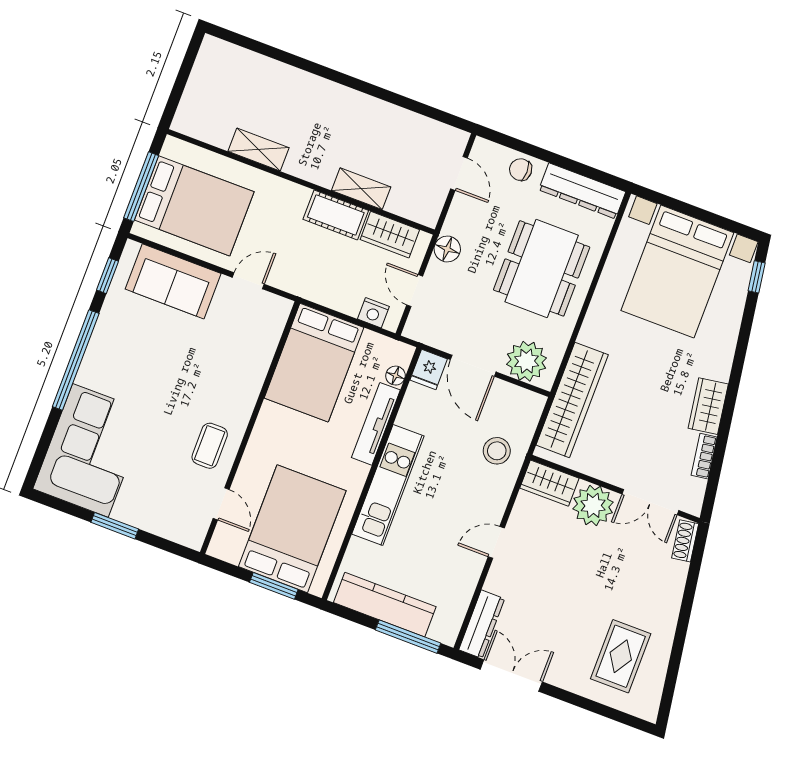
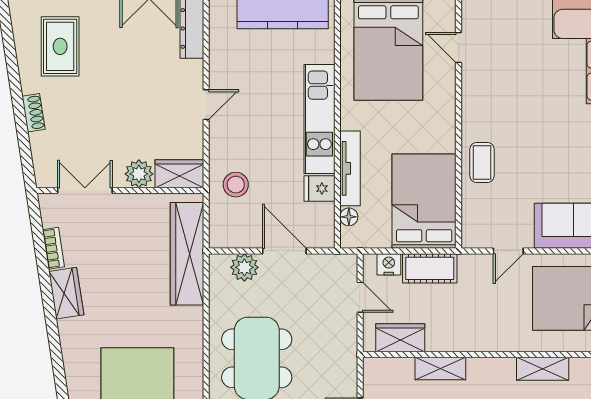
cot: (336, 215) -> (430, 268), moved
floor lamp: (447, 249) -> (345, 344), removed
plant: (527, 361) -> (244, 267), width x0.73, depth x0.73
fridge: (429, 369) -> (319, 189), moved, turned -90
coffee table: (210, 446) -> (482, 163), moved
plant: (593, 506) -> (139, 174), width x0.73, depth x0.73
shoe rack: (685, 541) -> (33, 113), moved

